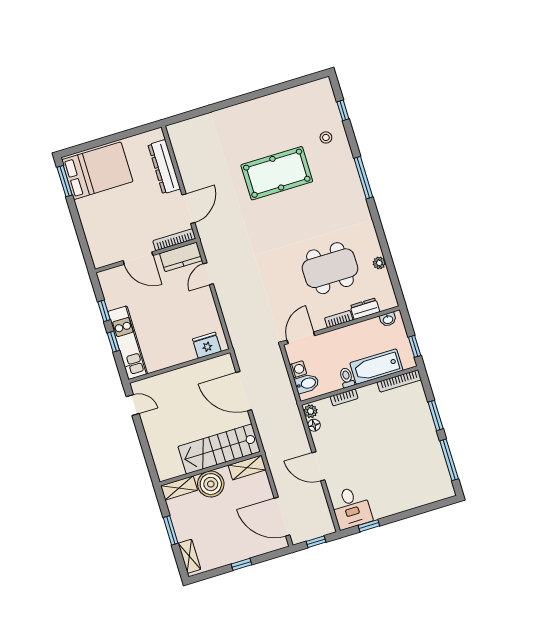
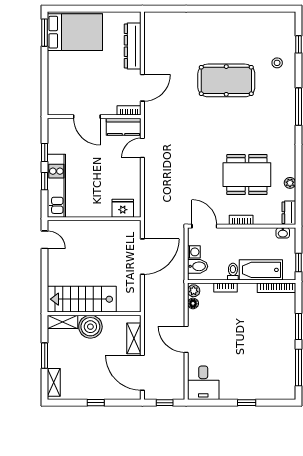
bookcase: (174, 240) -> (129, 110), width x0.64
dresser: (365, 309) -> (289, 213), moved, turned -90
door: (301, 338) -> (204, 226), hinge flipped
door: (244, 391) -> (142, 257), swing flipped
stairs: (219, 449) -> (82, 299), moved
shelving: (247, 467) -> (134, 338), moved, turned 90
window: (369, 526) -> (247, 403), moved

